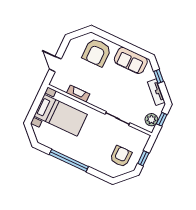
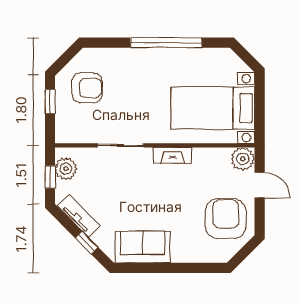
armchair: (97, 52) -> (226, 219), moved
plant: (58, 82) -> (243, 159), added
fireplace: (78, 94) -> (173, 155), moved
armchair: (121, 156) -> (87, 88), turned -90

